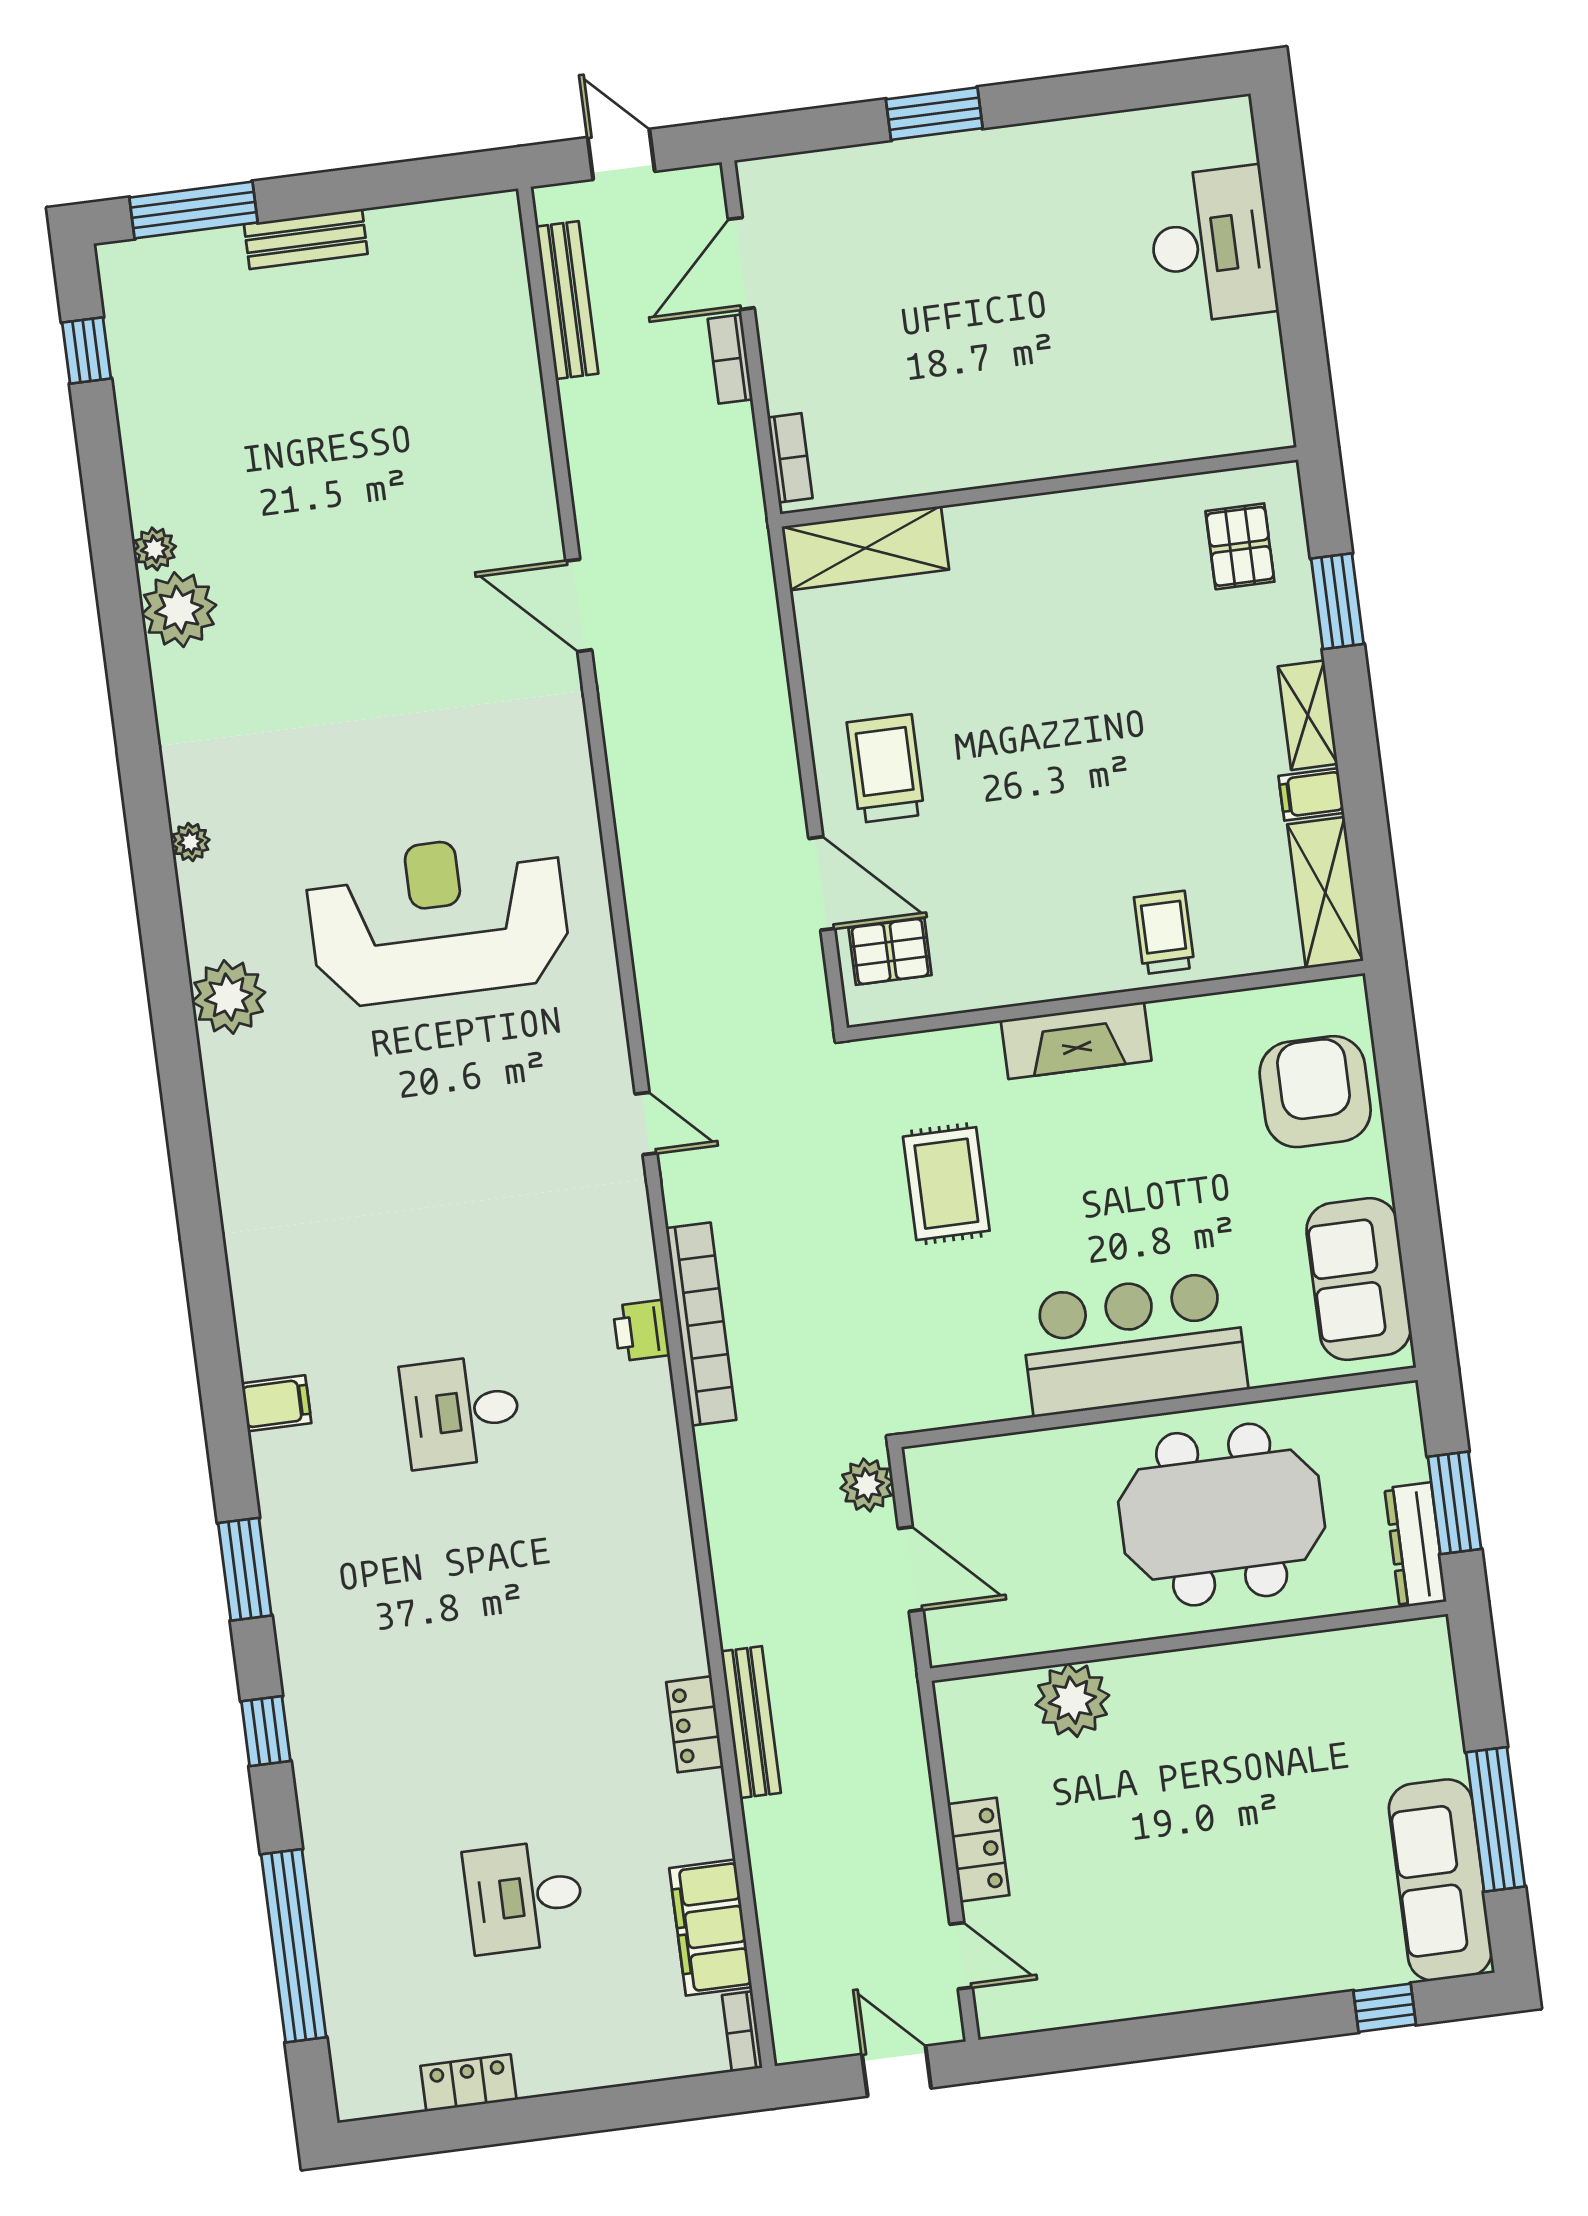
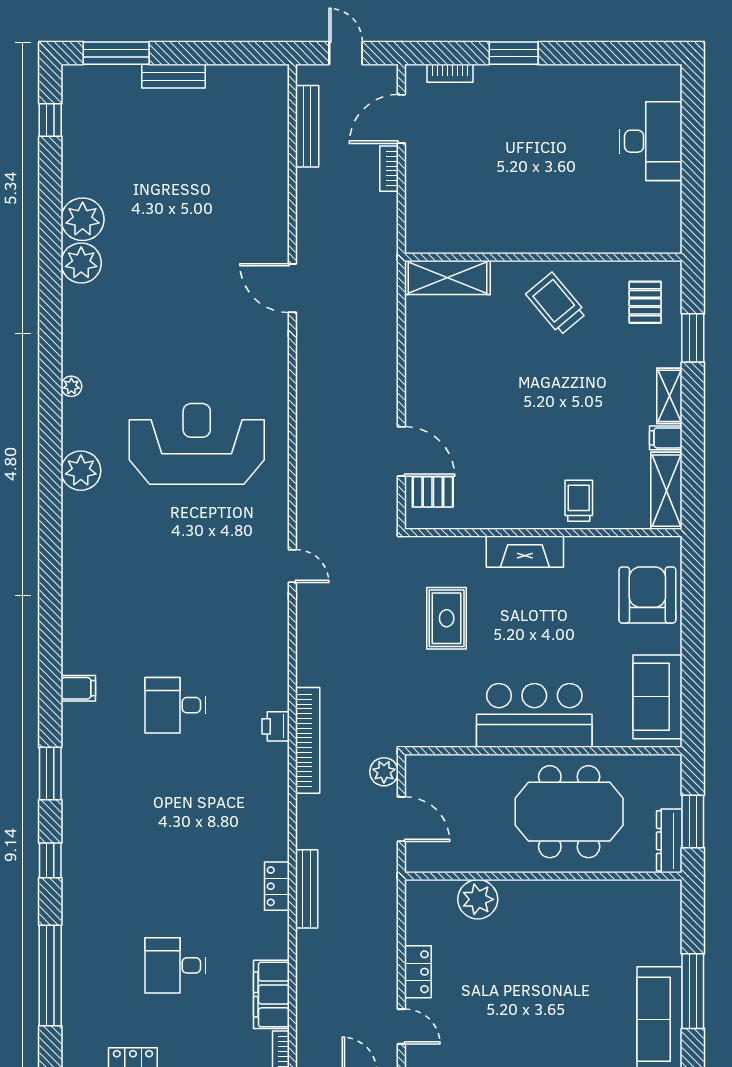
bookcase: (790, 458) -> (450, 73), moved, turned 90
plant: (155, 549) -> (83, 219), width x1.88, depth x1.88
trolley: (886, 769) -> (556, 304), moved, turned -40
bookcase: (701, 1324) -> (308, 740), moved
printer: (641, 1331) -> (276, 726), moved

